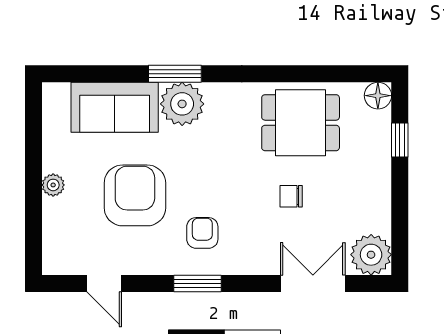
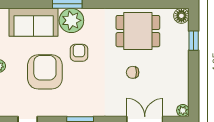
armchair: (202, 233) -> (79, 53), moved
plant: (371, 255) -> (183, 110), width x0.53, depth x0.53

